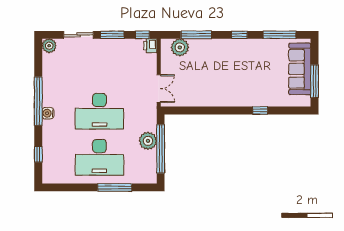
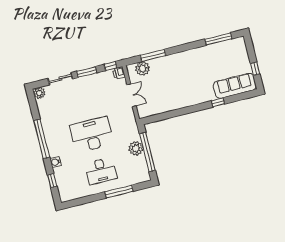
window: (239, 35) -> (187, 47), removed
sofa: (300, 69) -> (235, 86), moved, turned 90
window: (315, 81) -> (255, 69), width x0.46
double door: (159, 89) -> (132, 95), moved
desk: (99, 111) -> (92, 135), turned 180
water cooler: (48, 113) -> (56, 162), moved
desk: (99, 157) -> (101, 171), width x0.73, depth x0.77

